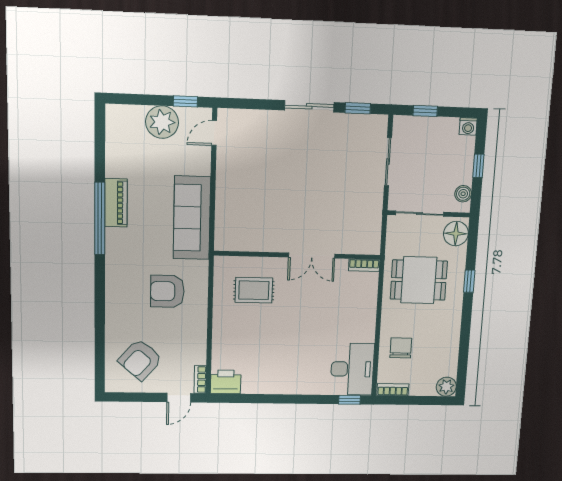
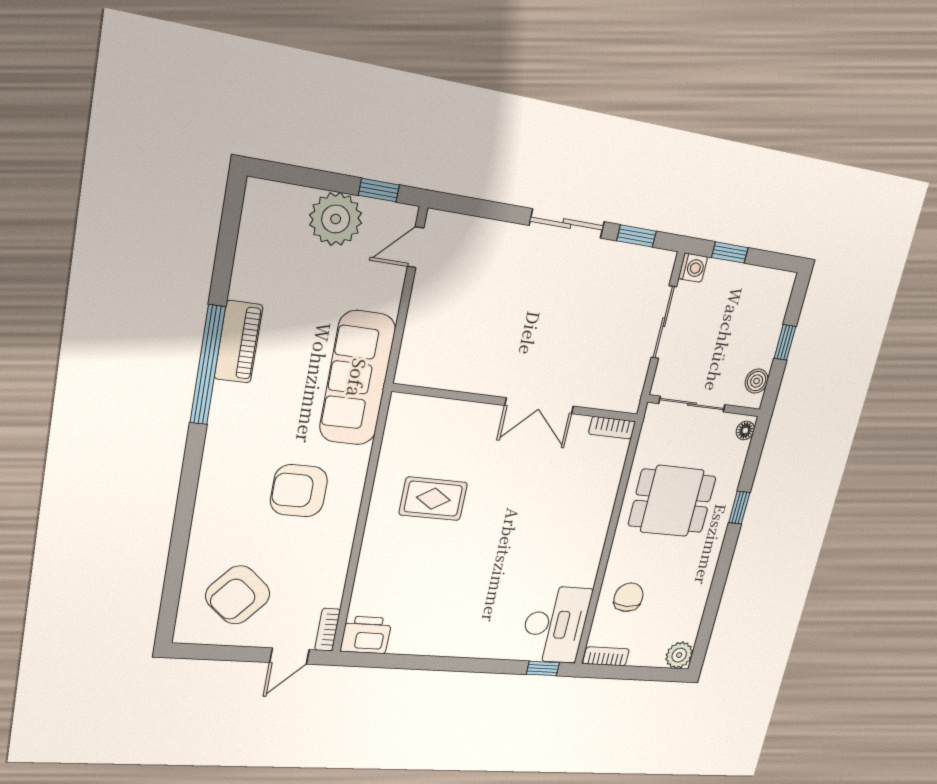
washing machine: (468, 126) -> (693, 268), moved, turned -90
floor lamp: (456, 234) -> (745, 430), width x0.53, depth x0.53
wall: (297, 255) -> (518, 403), moved
double door: (312, 256) -> (539, 406), moved
bookcase: (364, 265) -> (612, 428), moved

